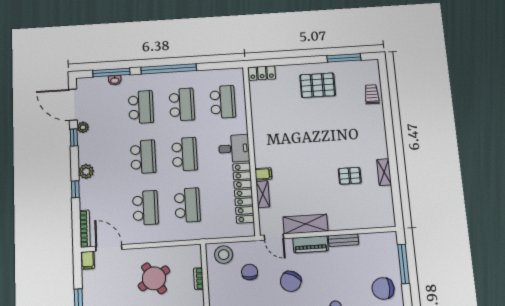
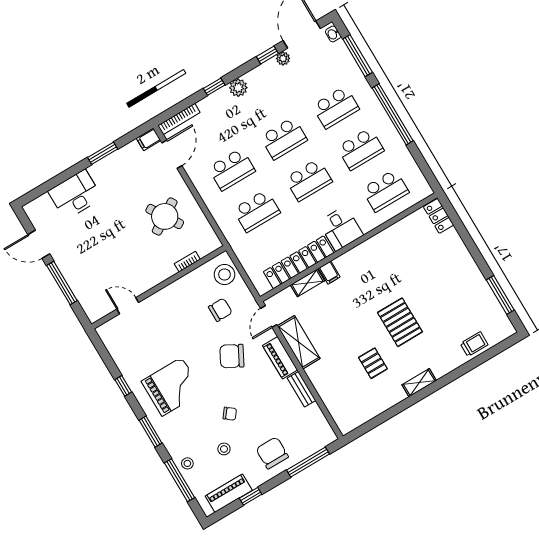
washbasin: (115, 80) -> (333, 34), moved
pallet: (318, 85) -> (400, 322), moved
shelving: (384, 172) -> (419, 383), moved

